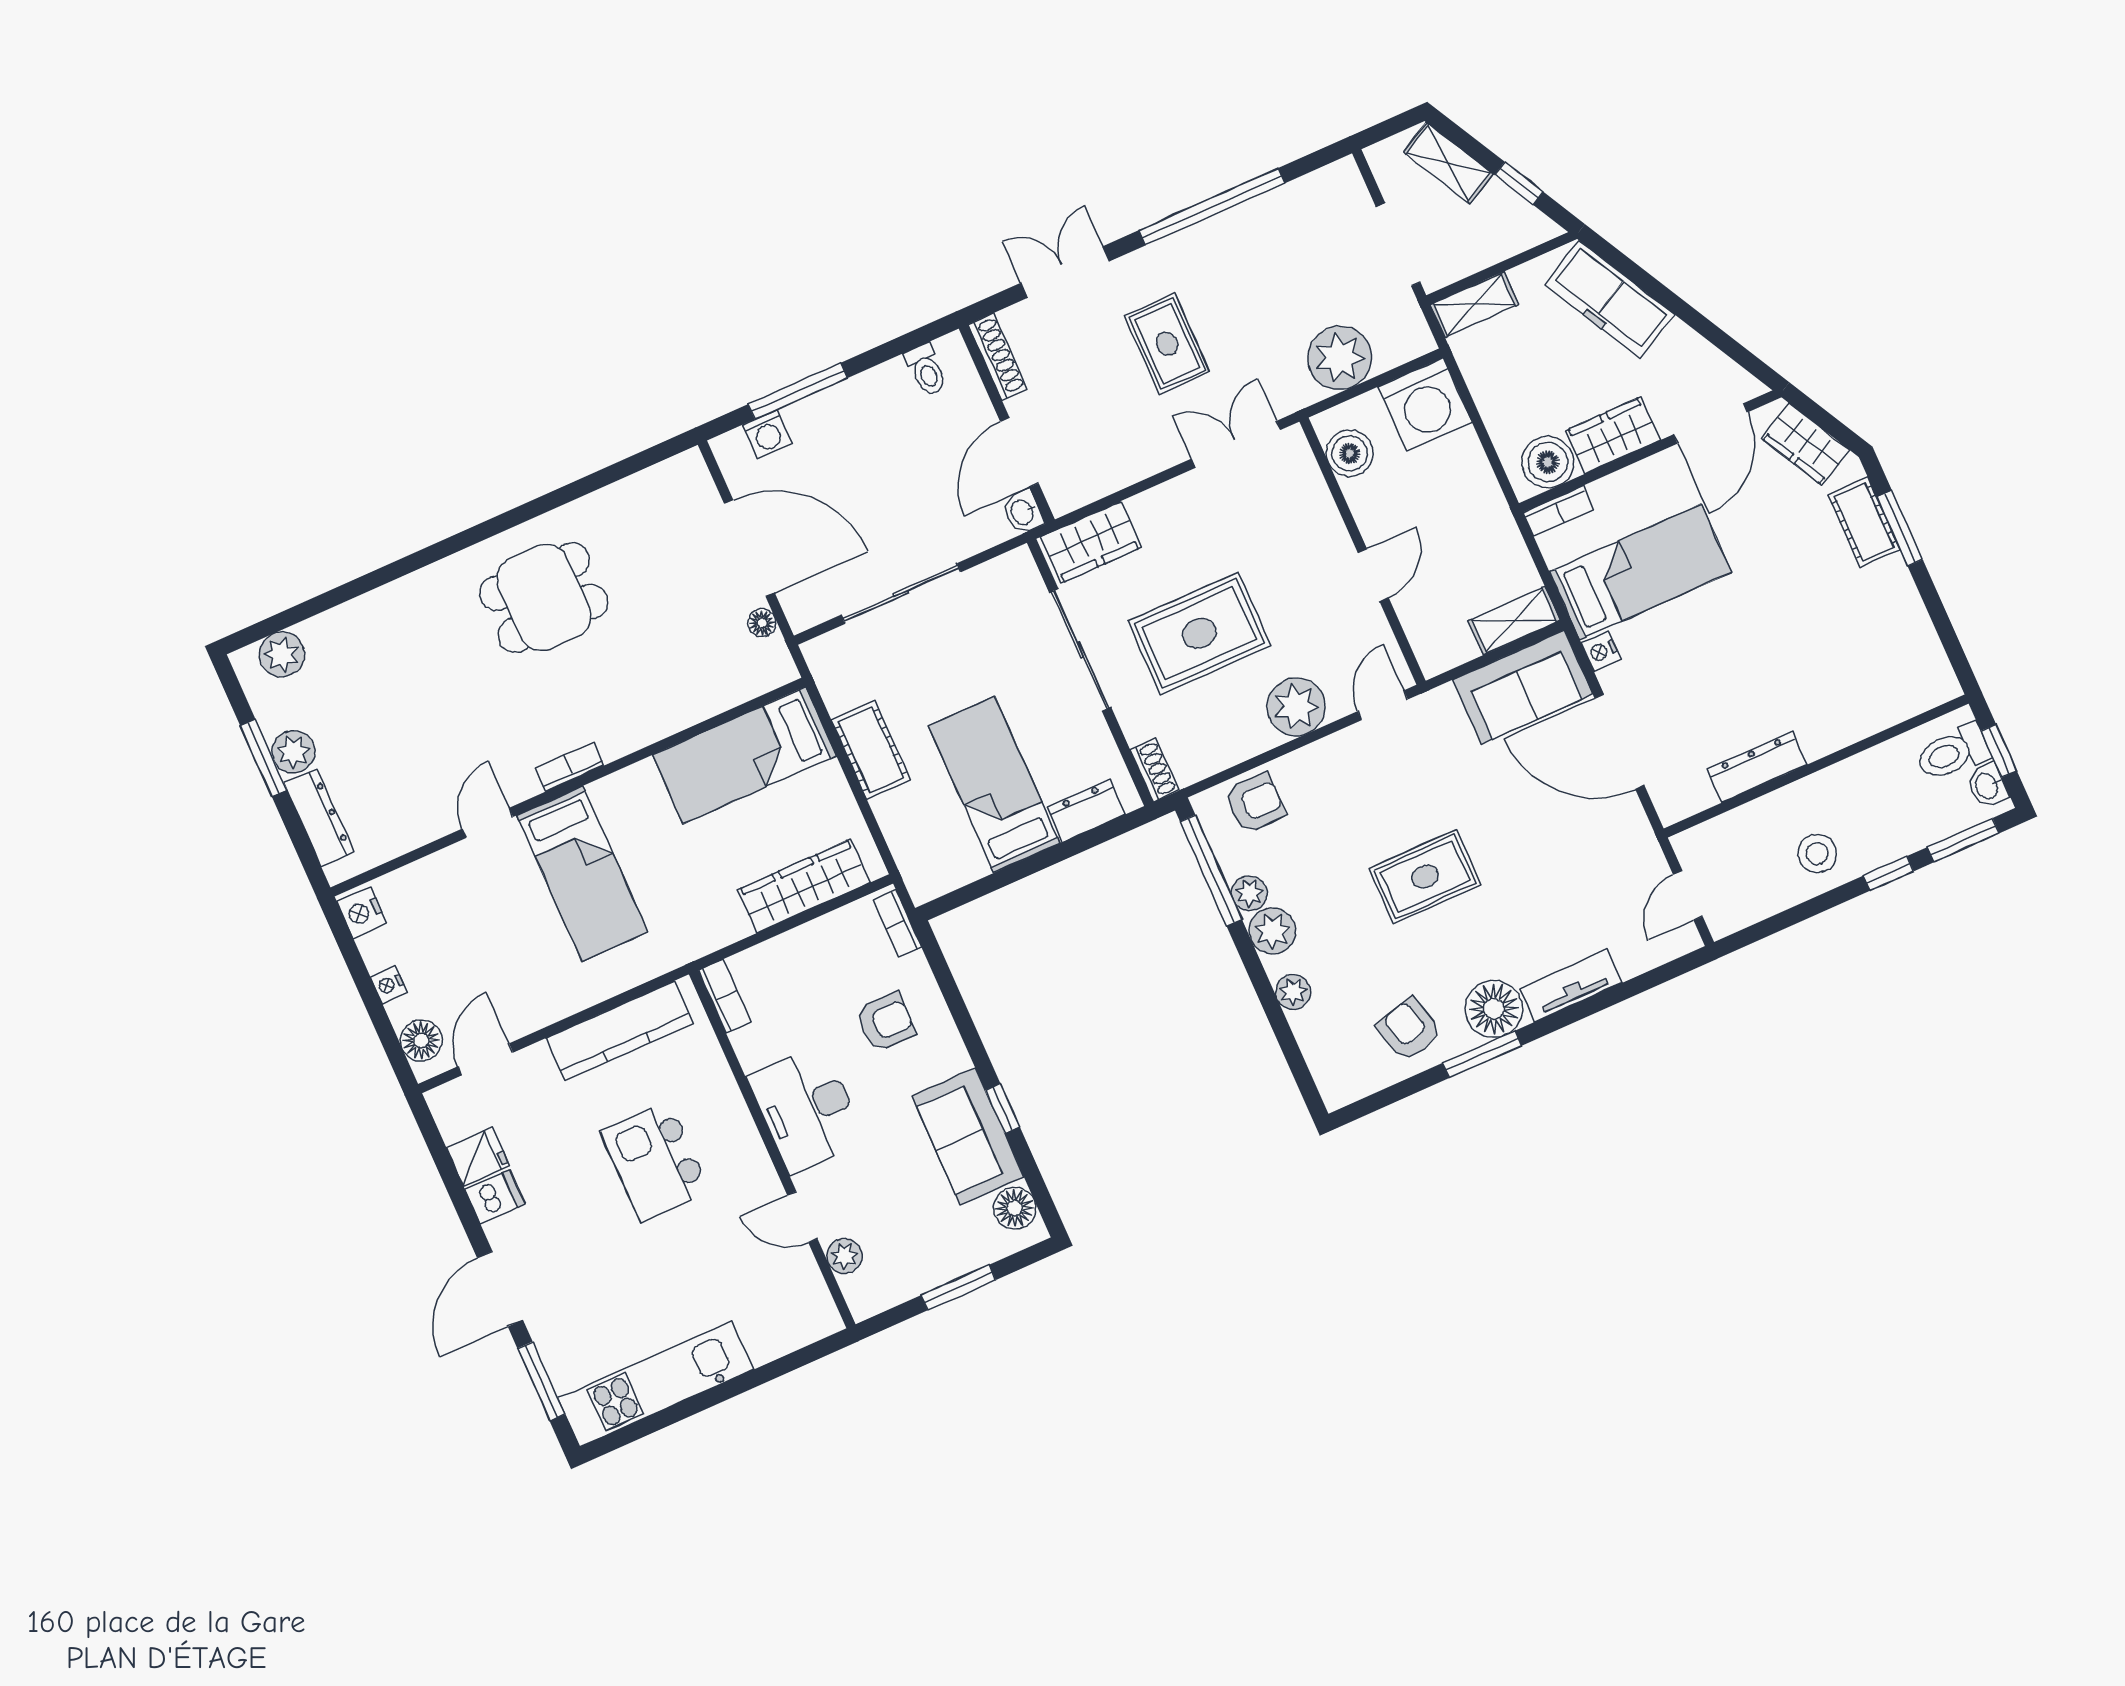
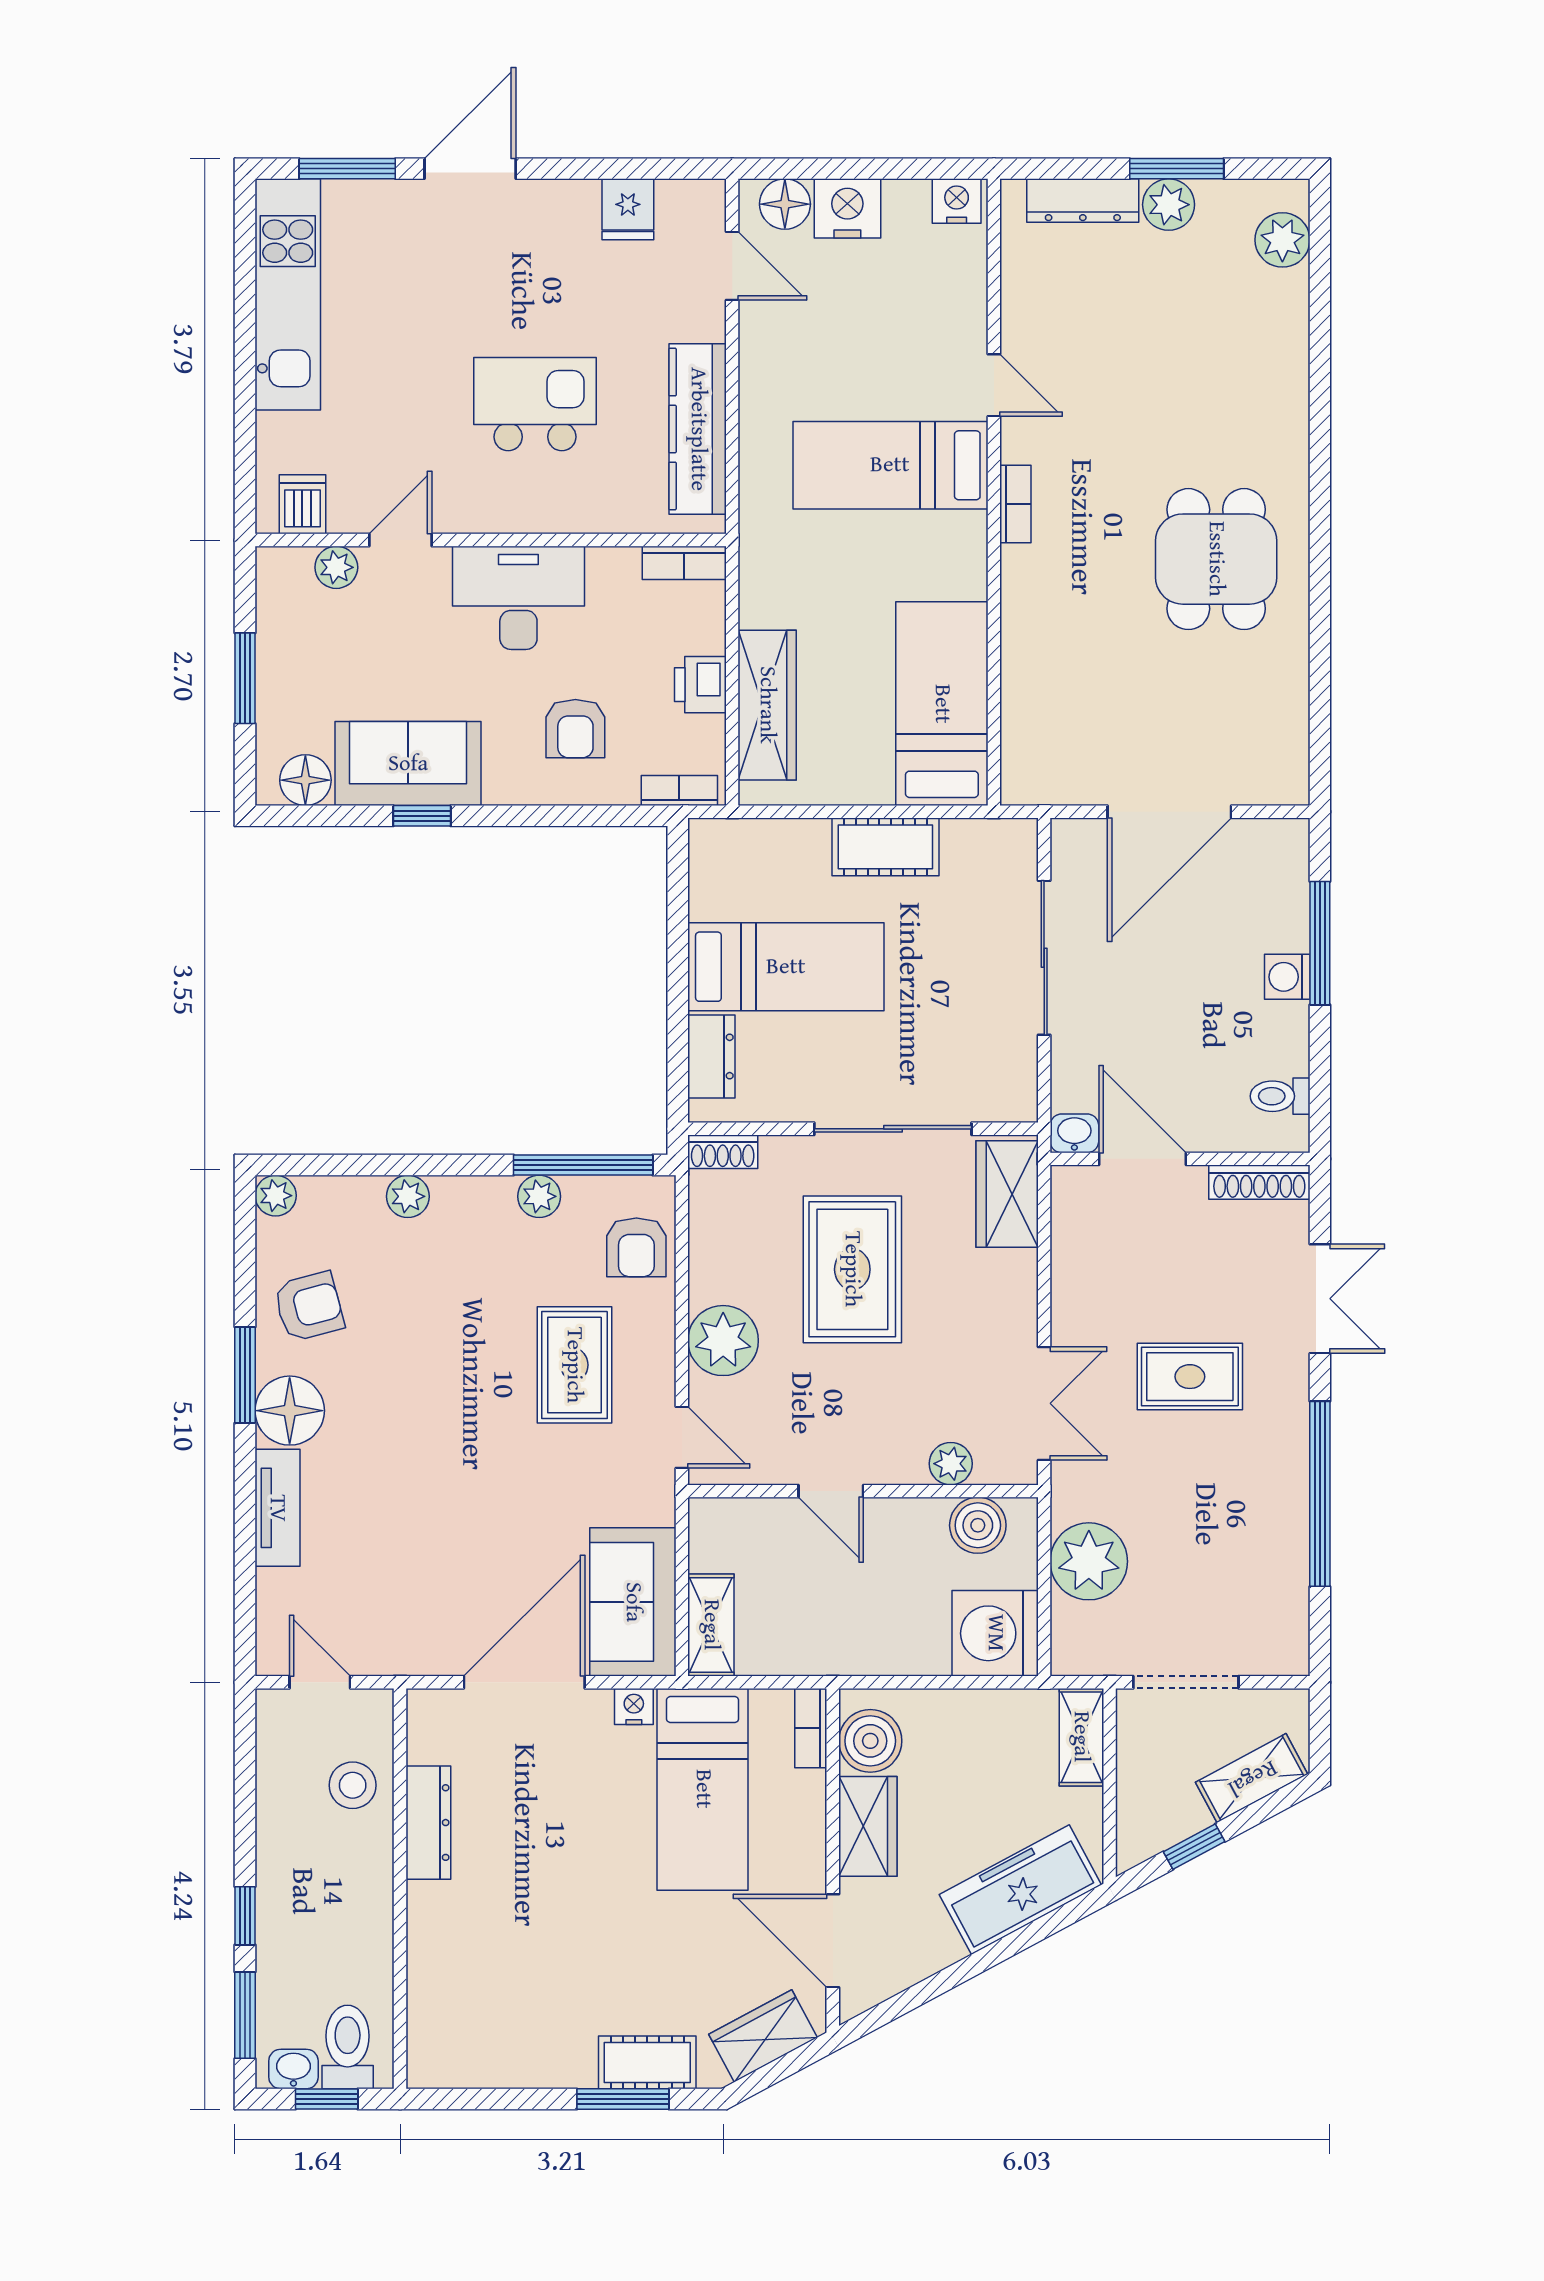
washing machine: (767, 434) -> (1287, 977), moved
plant: (1313, 494) -> (951, 1464), added
floor lamp: (762, 623) -> (1080, 789), removed
stool: (1817, 853) -> (353, 1785), moved
rug: (1425, 877) -> (574, 1365), moved
plant: (1272, 931) -> (276, 1196), moved, width x0.73, depth x0.73
printer: (811, 943) -> (700, 685), added
nightstand: (389, 985) -> (847, 208), width x1.89, depth x1.79
dishwasher: (495, 1197) -> (302, 504), moved, turned 180
door: (500, 1289) -> (470, 169), hinge flipped

